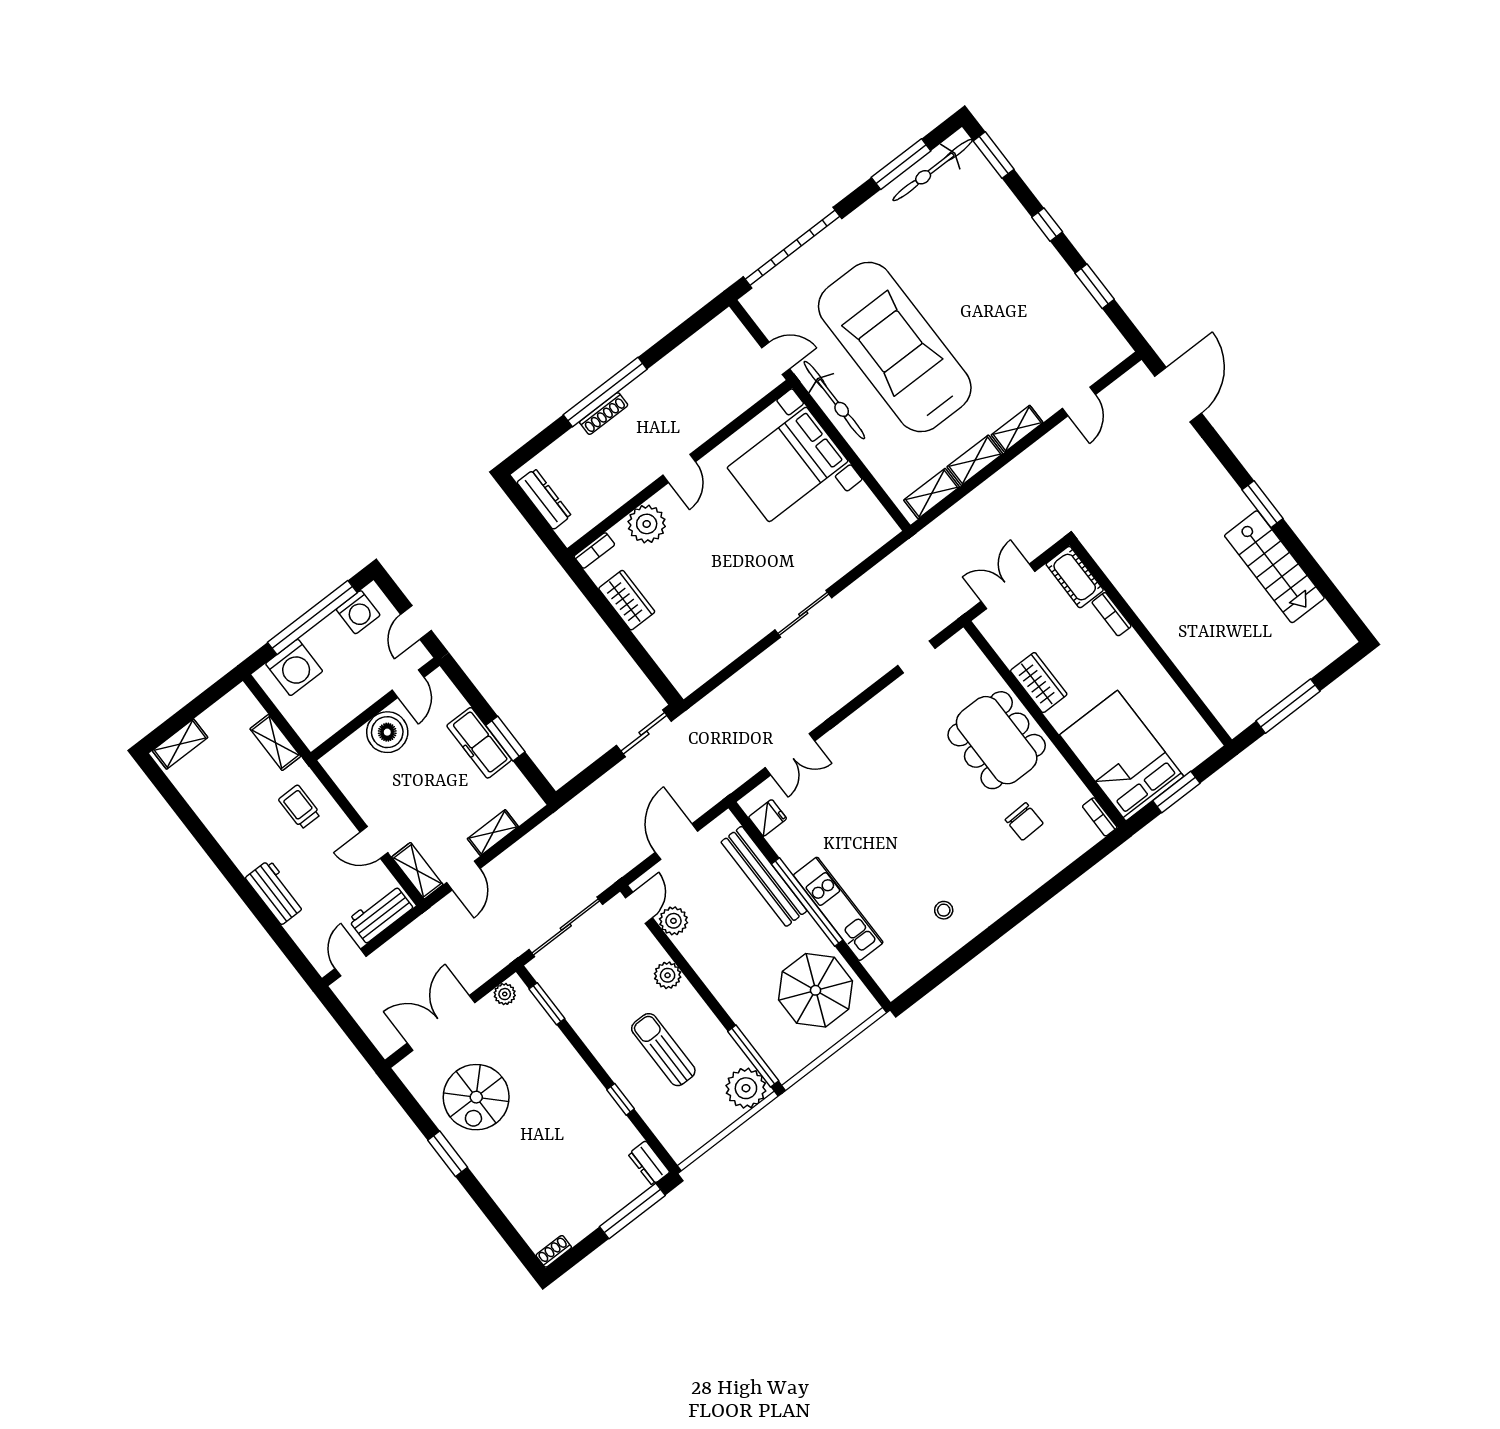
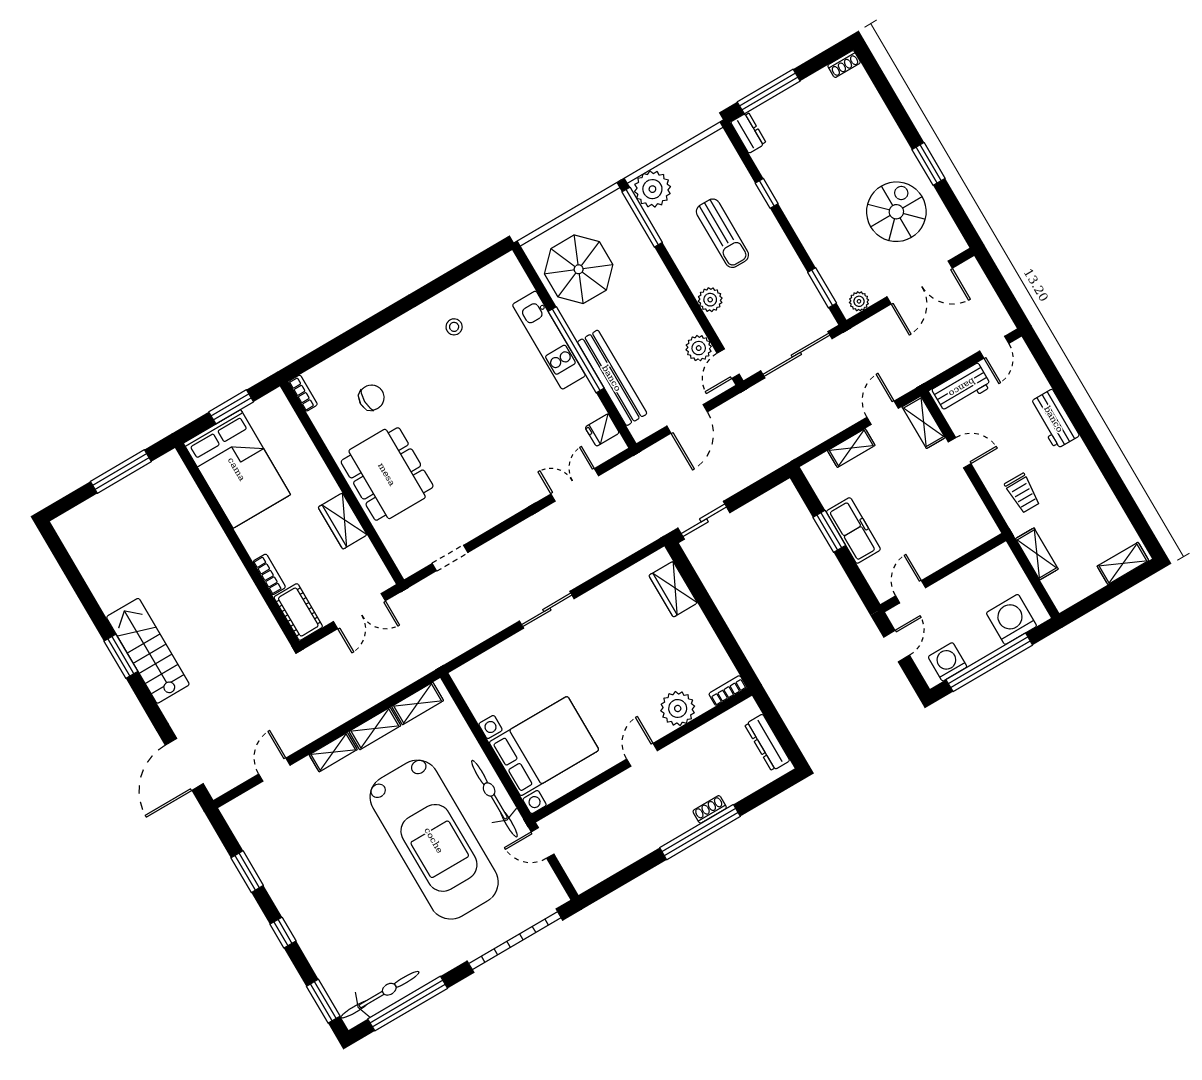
window: (901, 164) -> (408, 1004), width x1.46
shoe rack: (604, 414) -> (710, 809), width x0.70
stairs: (1274, 567) -> (148, 651), moved
wardrobe: (627, 600) -> (673, 589), moved
boiler: (387, 732) -> (935, 551), removed
bed: (1122, 756) -> (237, 469), moved
chair: (1024, 822) -> (372, 398), turned 92

